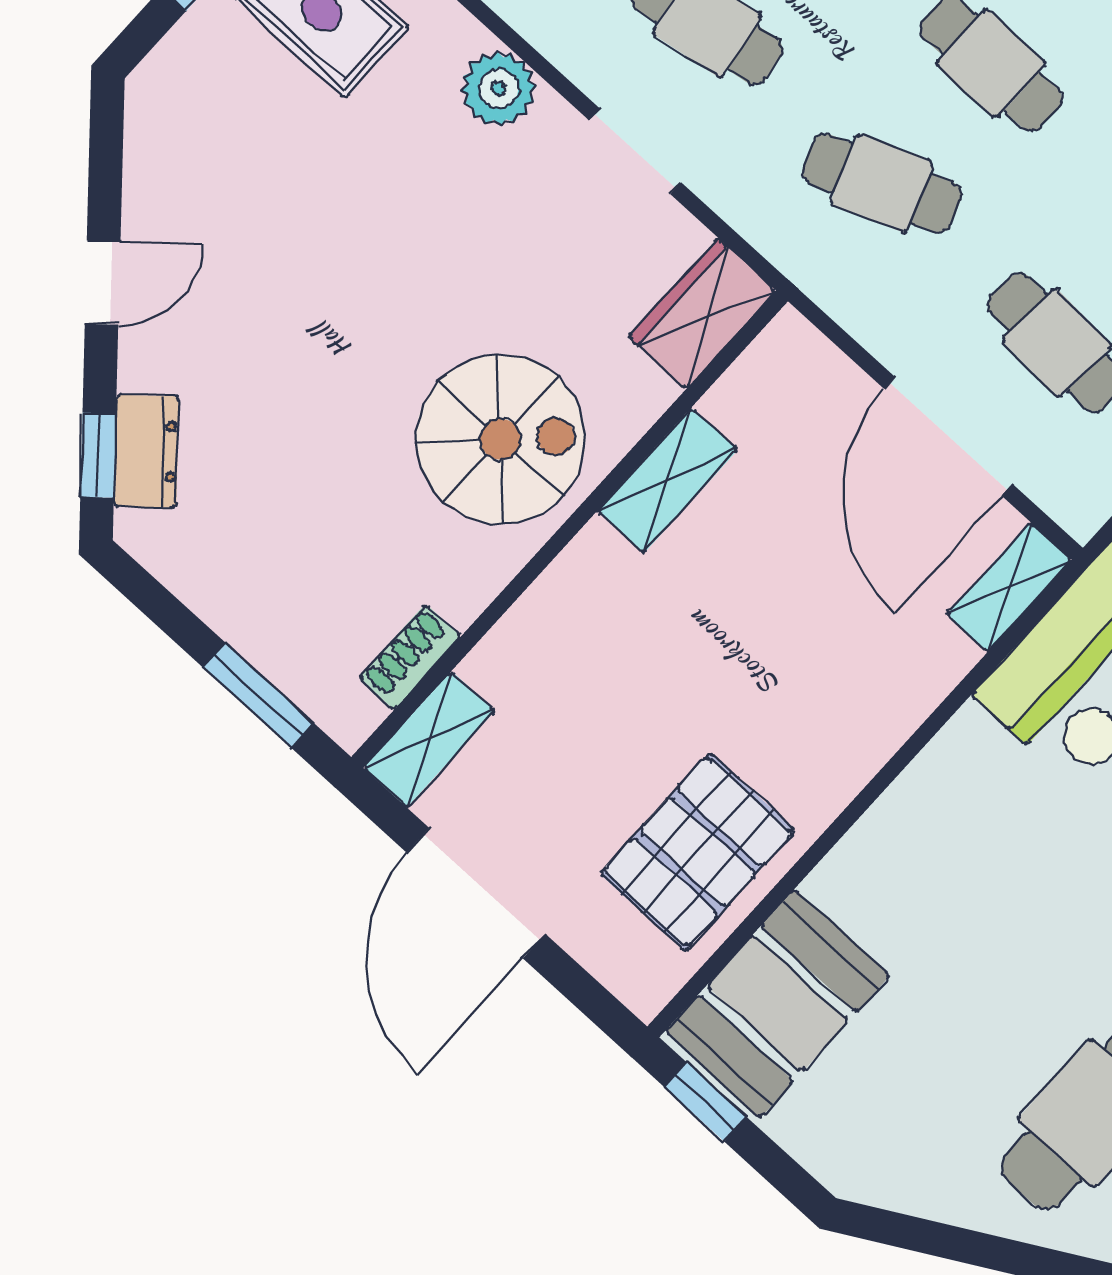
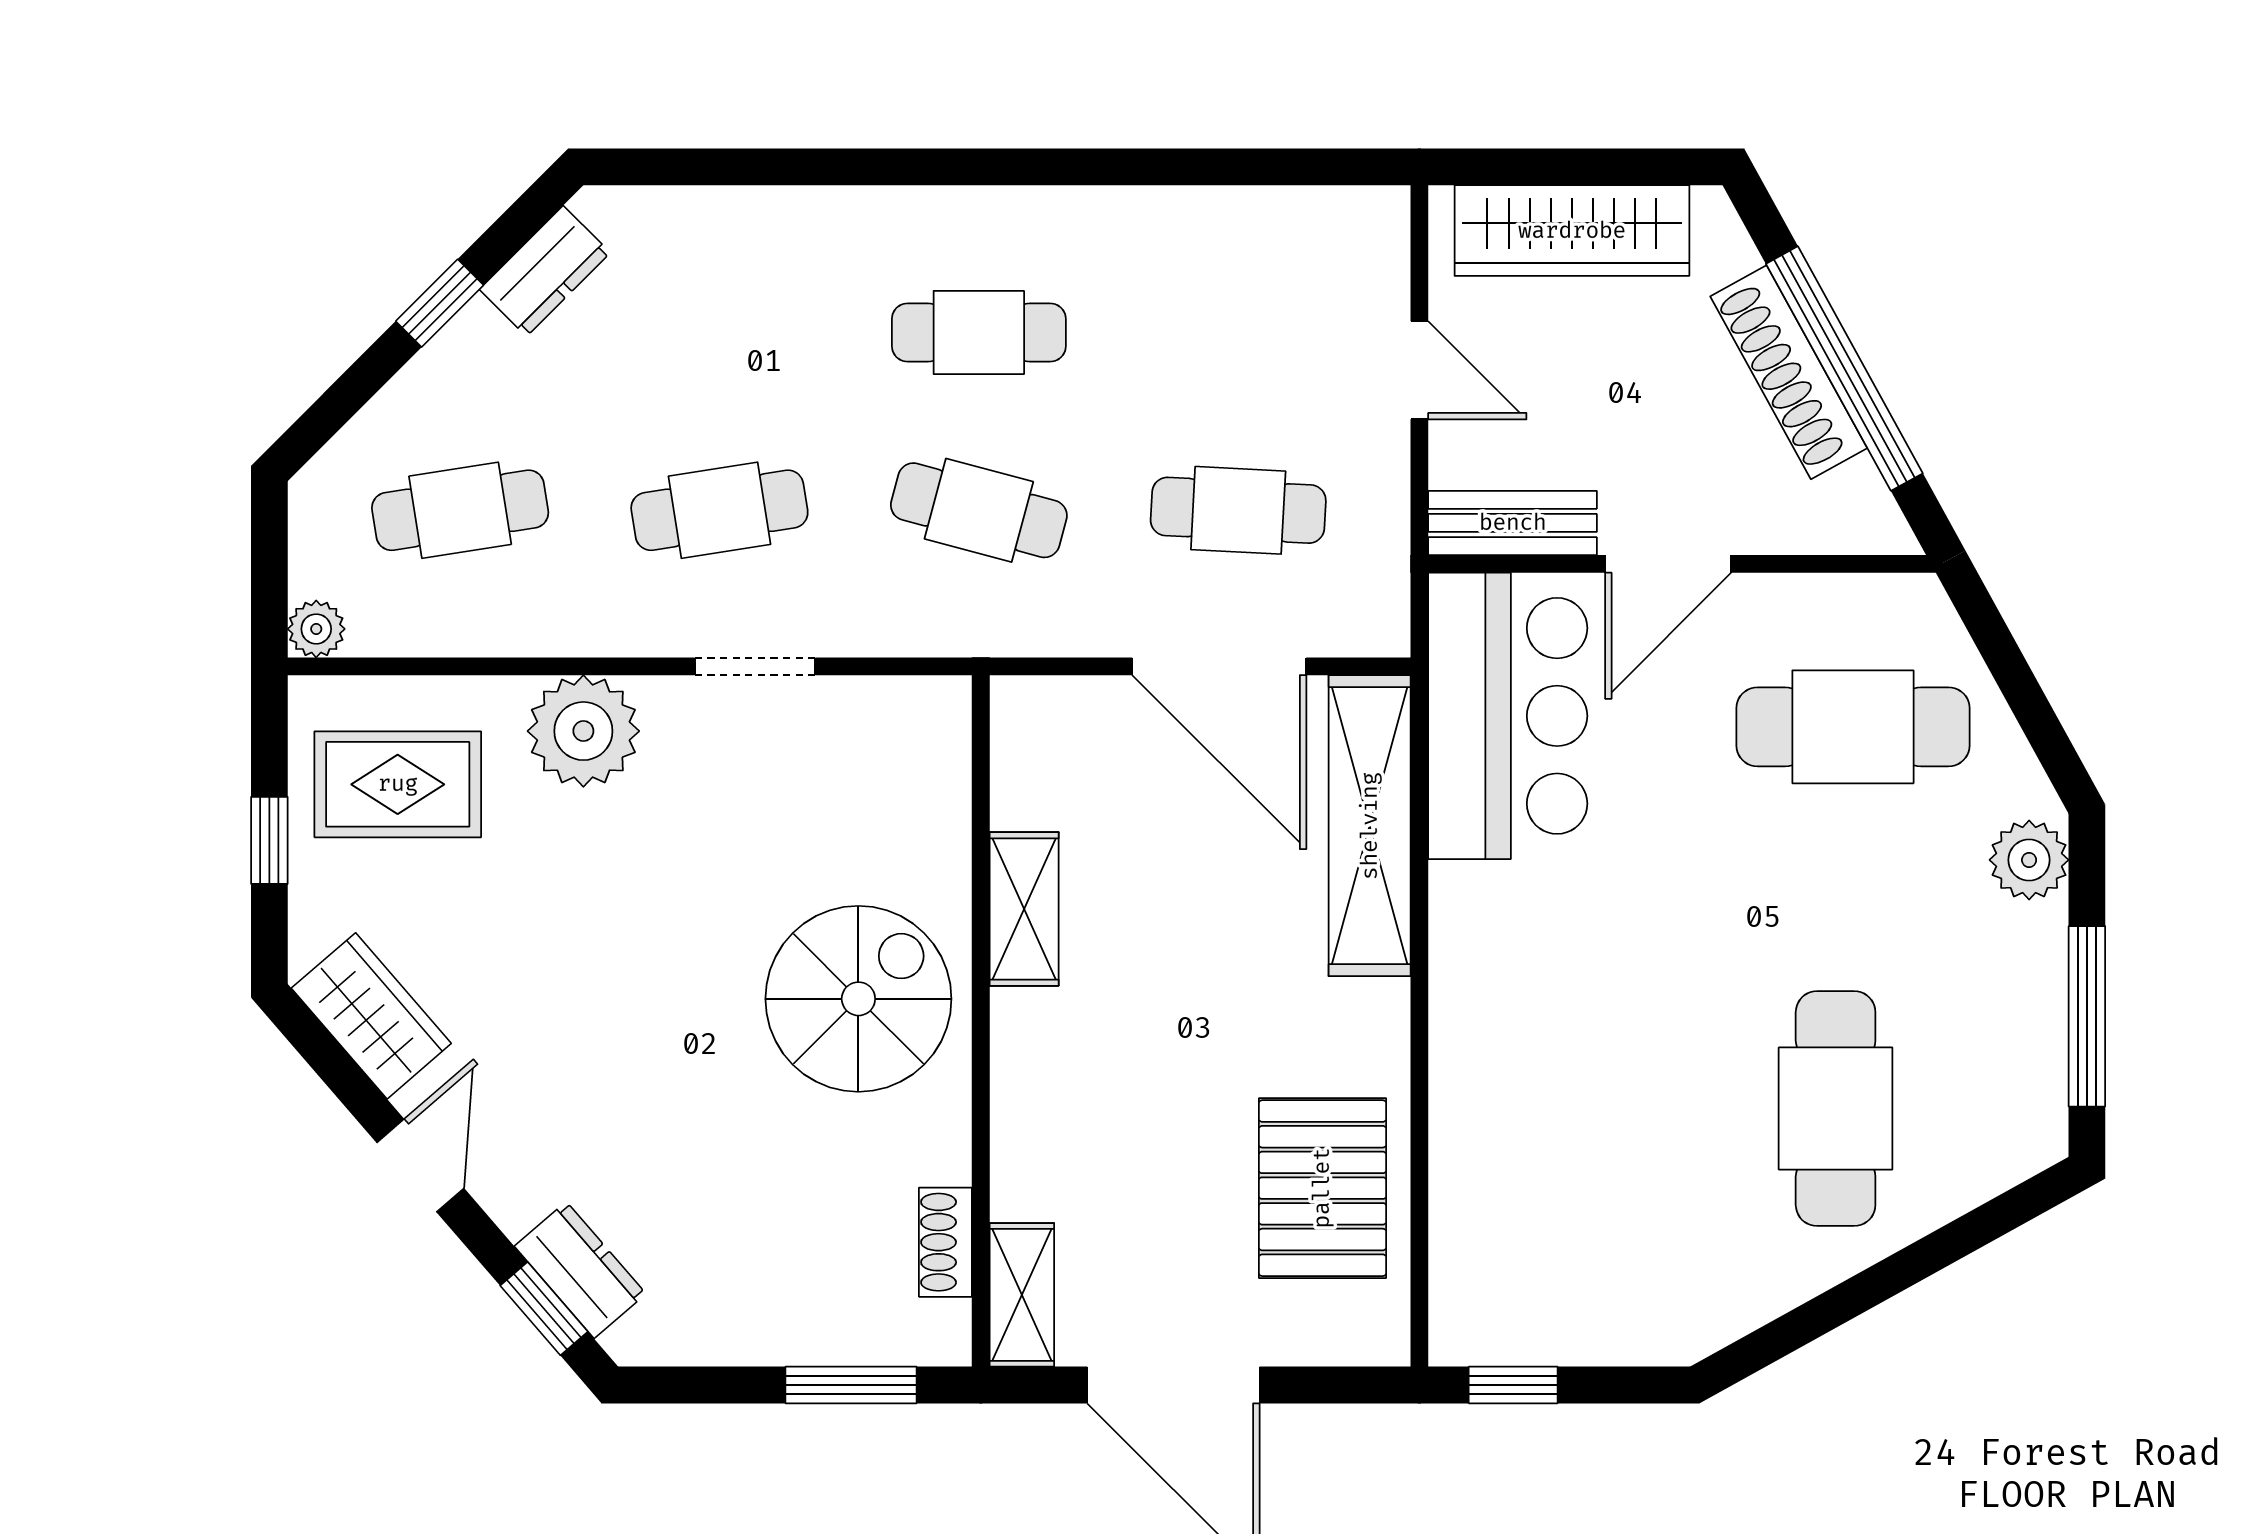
plant: (499, 89) -> (583, 731), width x1.36, depth x1.36
cafe table: (882, 183) -> (979, 510), turned 36
wardrobe: (702, 314) -> (371, 1016), moved, turned 139
shelving: (1009, 587) -> (1370, 826), width x2.20, depth x1.33
booth: (777, 1003) -> (1499, 1252), removed

